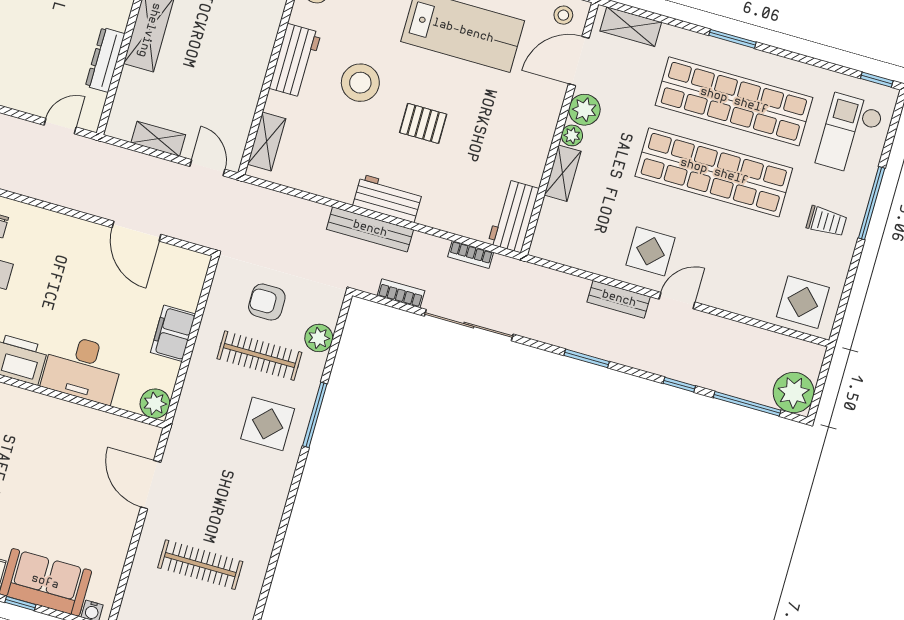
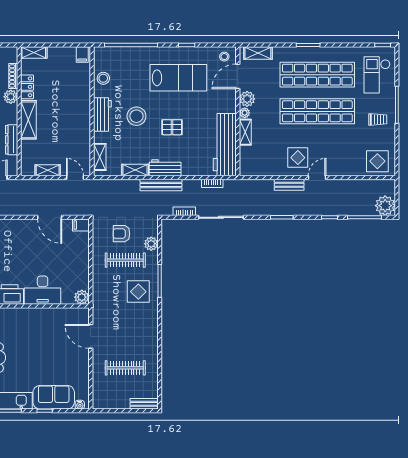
shelving: (328, 186) -> (135, 170), added
workbench: (513, 216) -> (225, 145), width x1.88, depth x1.32
filing cabinet: (173, 333) -> (81, 225), moved, width x0.50

